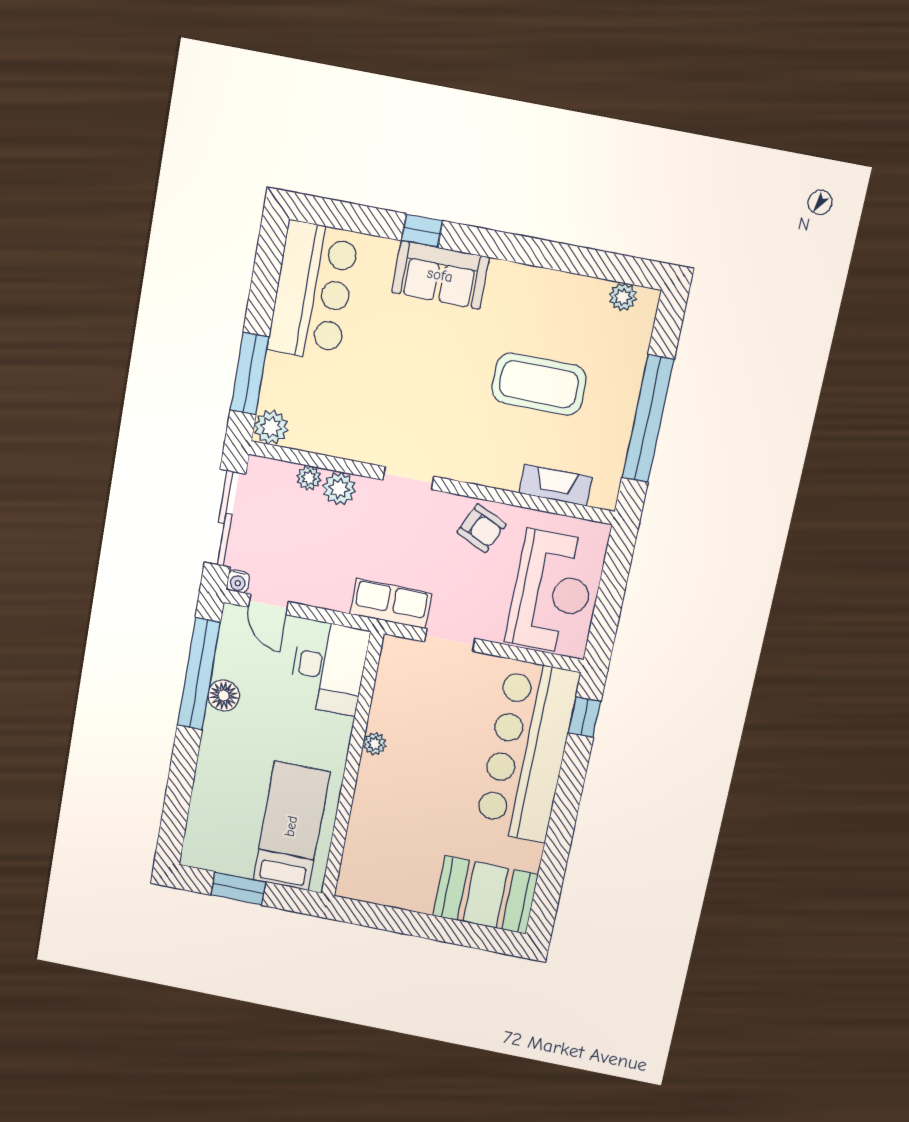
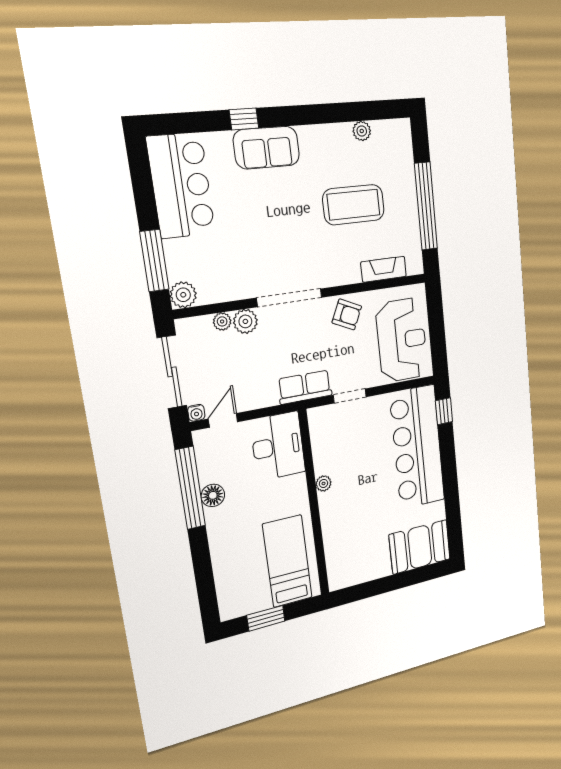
plant: (623, 297) -> (362, 131), moved
doorway: (408, 478) -> (290, 298), width x1.88
door: (268, 604) -> (223, 420), swing flipped

